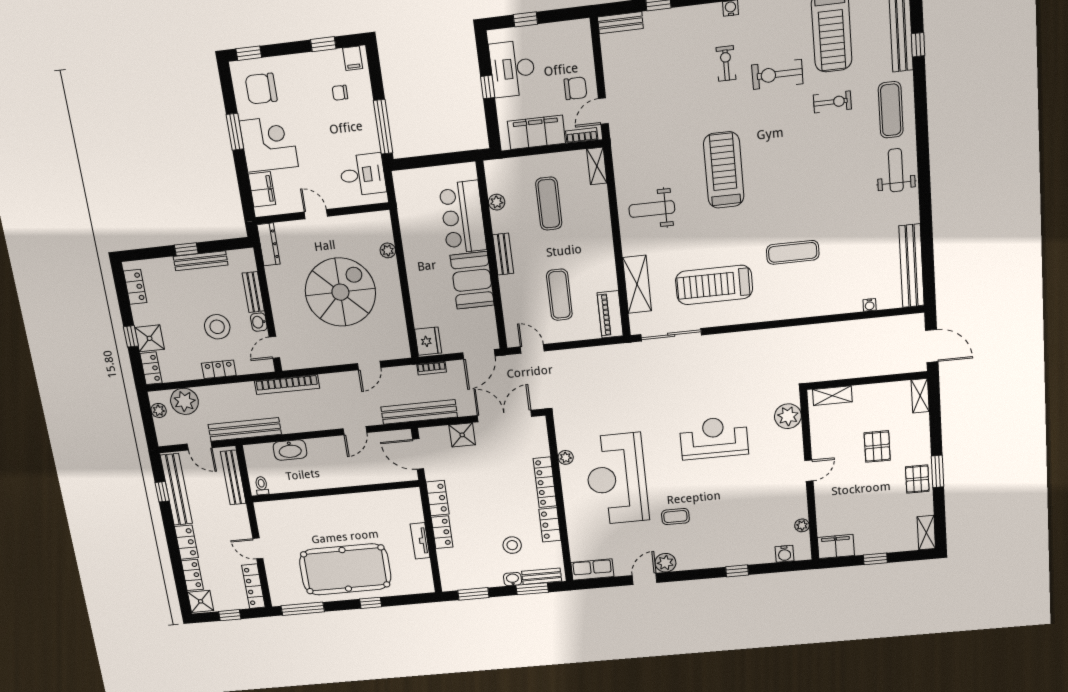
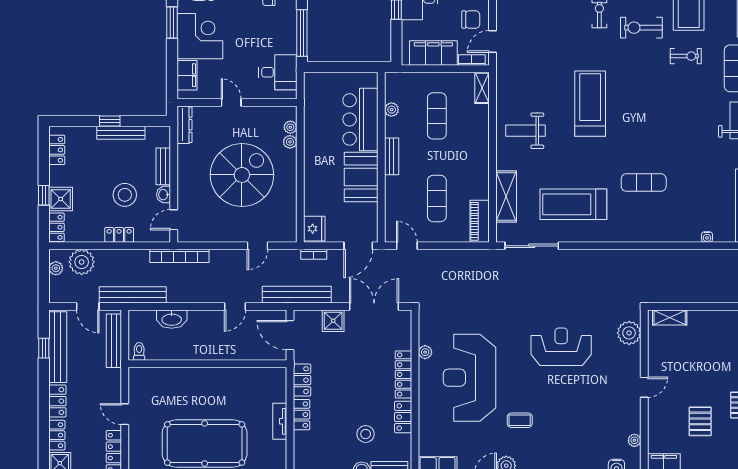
plant: (386, 234) -> (290, 127), added
pallet: (877, 447) -> (700, 421), moved

